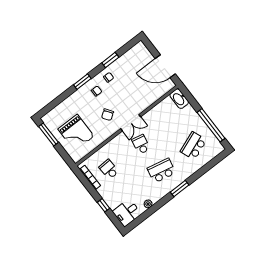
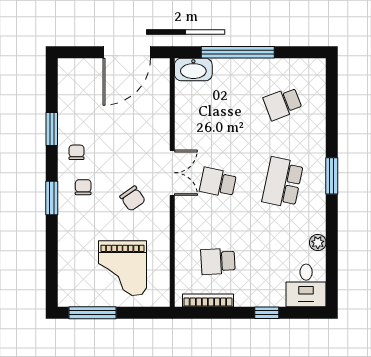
window: (211, 125) -> (238, 52), moved
grand piano: (76, 133) -> (122, 268), turned 90
school desk: (193, 146) -> (283, 104), width x0.54

